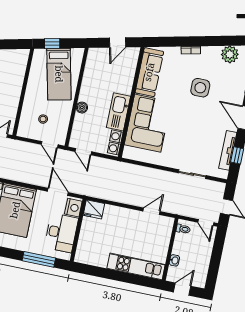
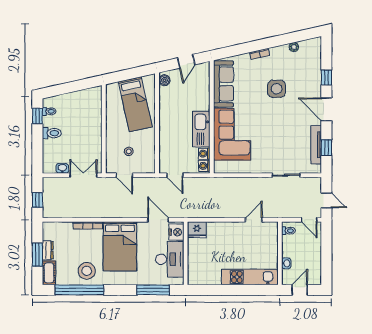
window: (52, 44) -> (122, 76), removed
plant: (230, 54) -> (294, 47), width x0.53, depth x0.53
boiler: (82, 108) -> (165, 80), moved
door: (50, 145) -> (124, 175), moved

